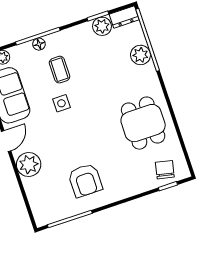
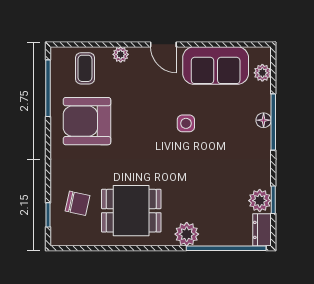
plant: (140, 55) -> (187, 234), moved
coffee table: (60, 70) -> (85, 68), moved, turned 90
plant: (29, 164) -> (121, 54), width x0.53, depth x0.53
chair: (165, 170) -> (78, 203), moved
armchair: (85, 180) -> (87, 121), width x1.36, depth x1.36

